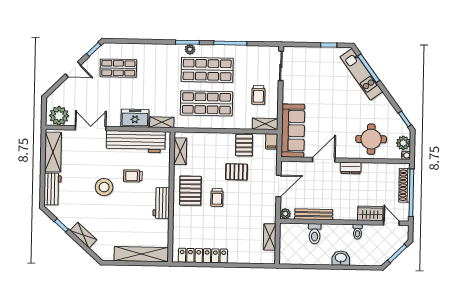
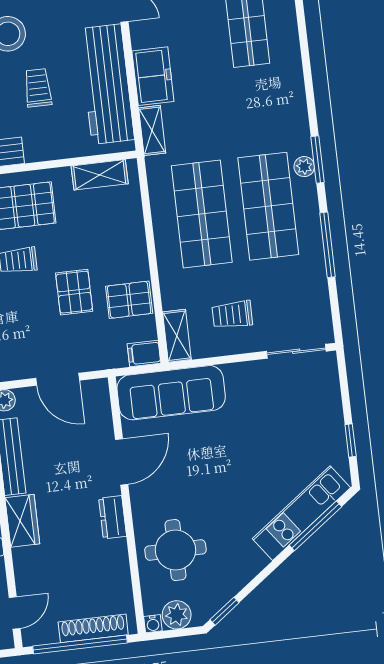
door: (324, 160) -> (122, 462), hinge flipped
wardrobe: (370, 213) -> (22, 521), moved

